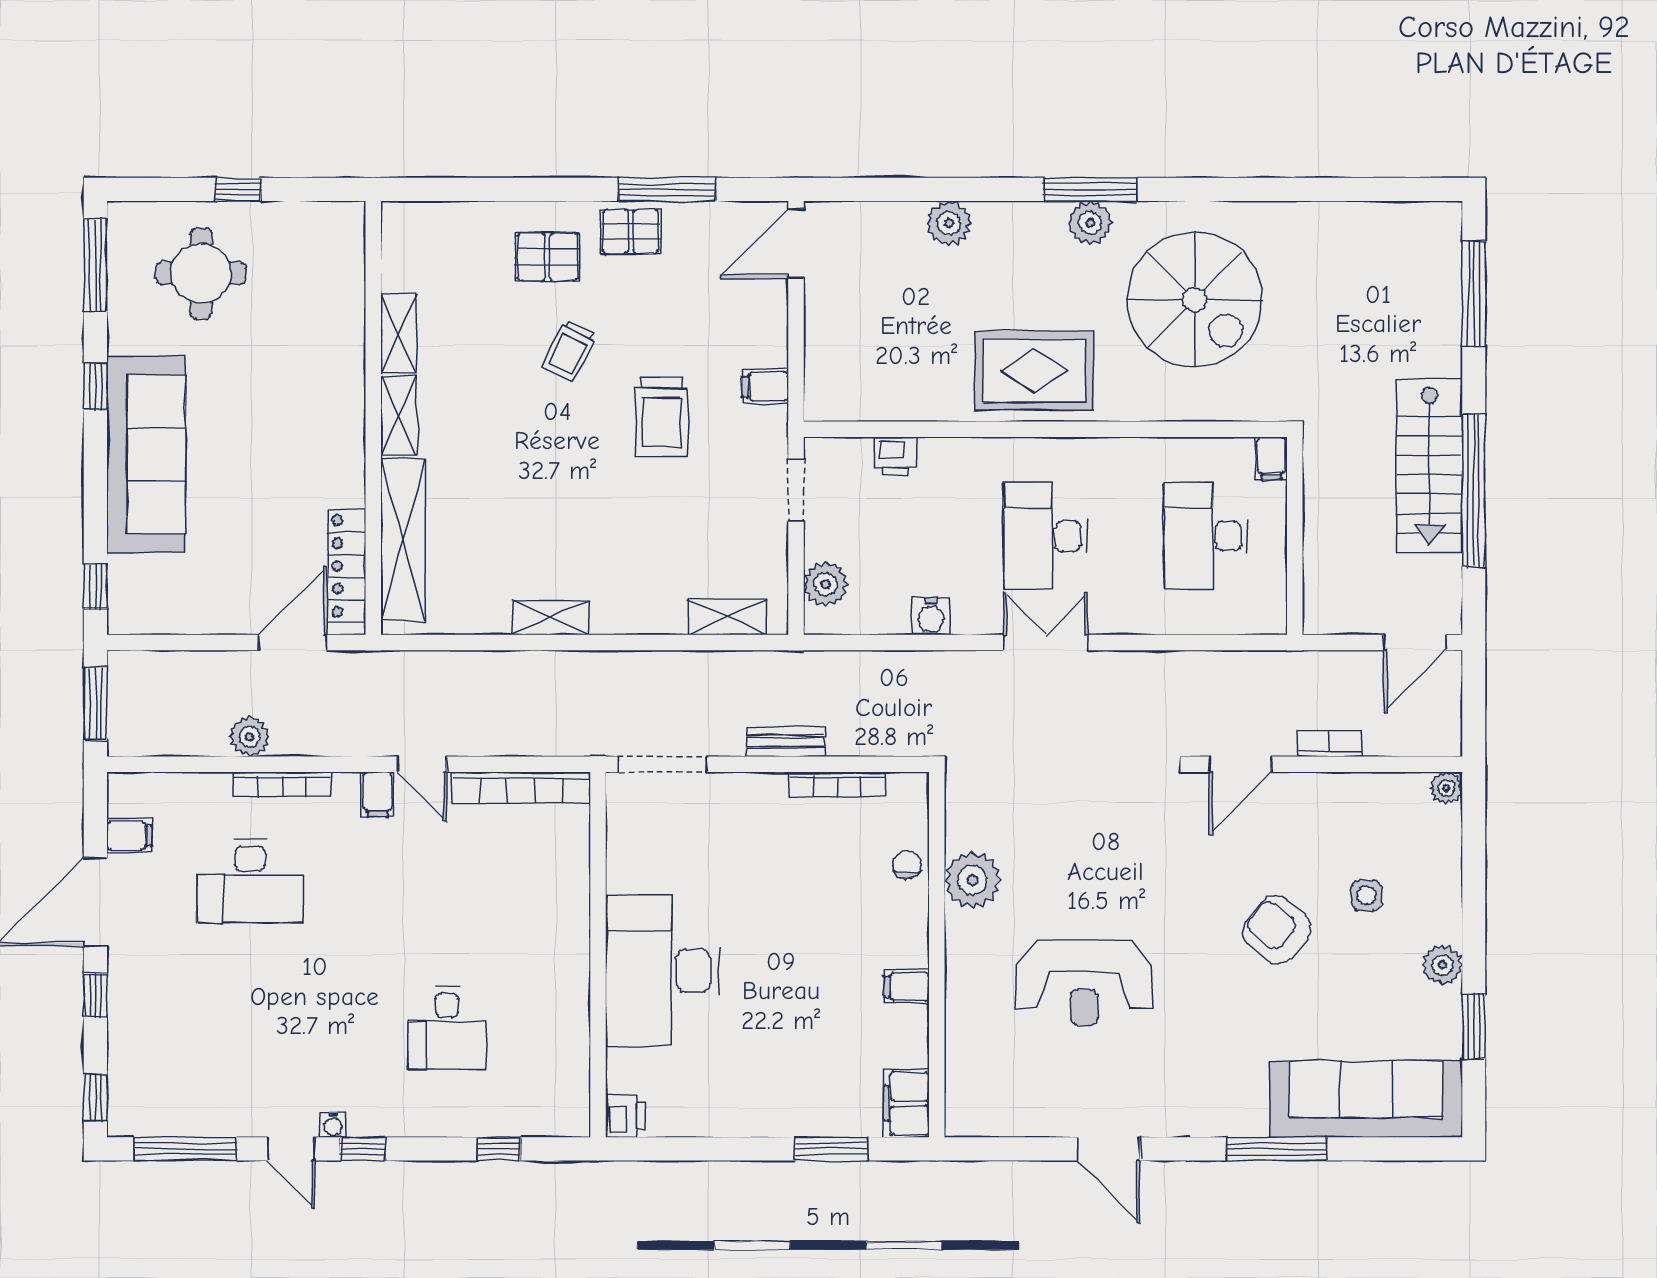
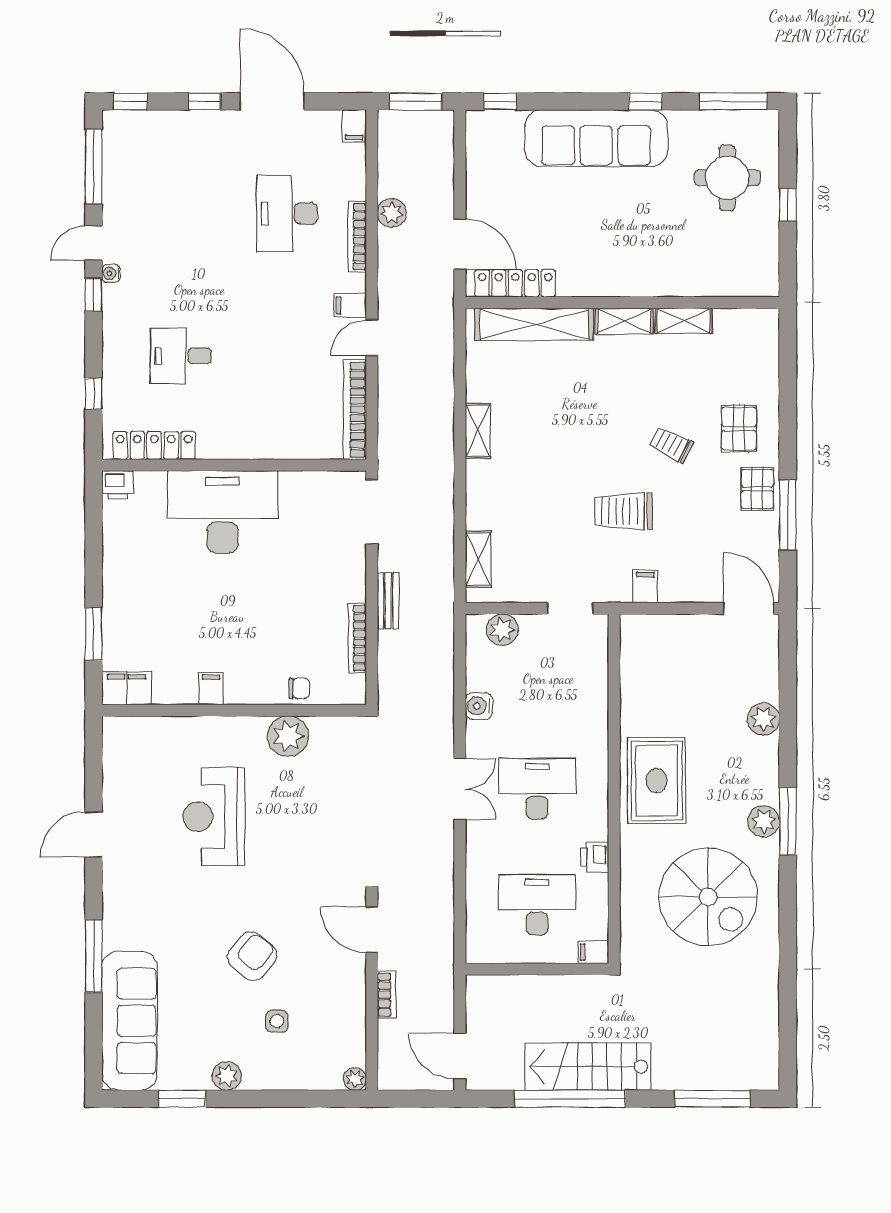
spiral stairs: (1195, 299) -> (708, 897), turned -90
printer: (895, 456) -> (595, 857), moved
filing cabinet: (129, 836) -> (354, 126), moved
locker: (571, 1065) -> (154, 446), added

